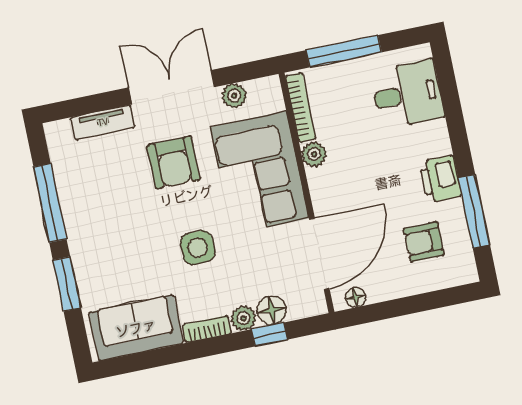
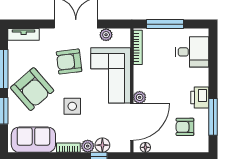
tv unit: (103, 122) -> (24, 34), moved
plant: (314, 154) -> (140, 97), moved
armchair: (173, 162) -> (69, 62), turned 83
armchair: (113, 231) -> (32, 89), added

